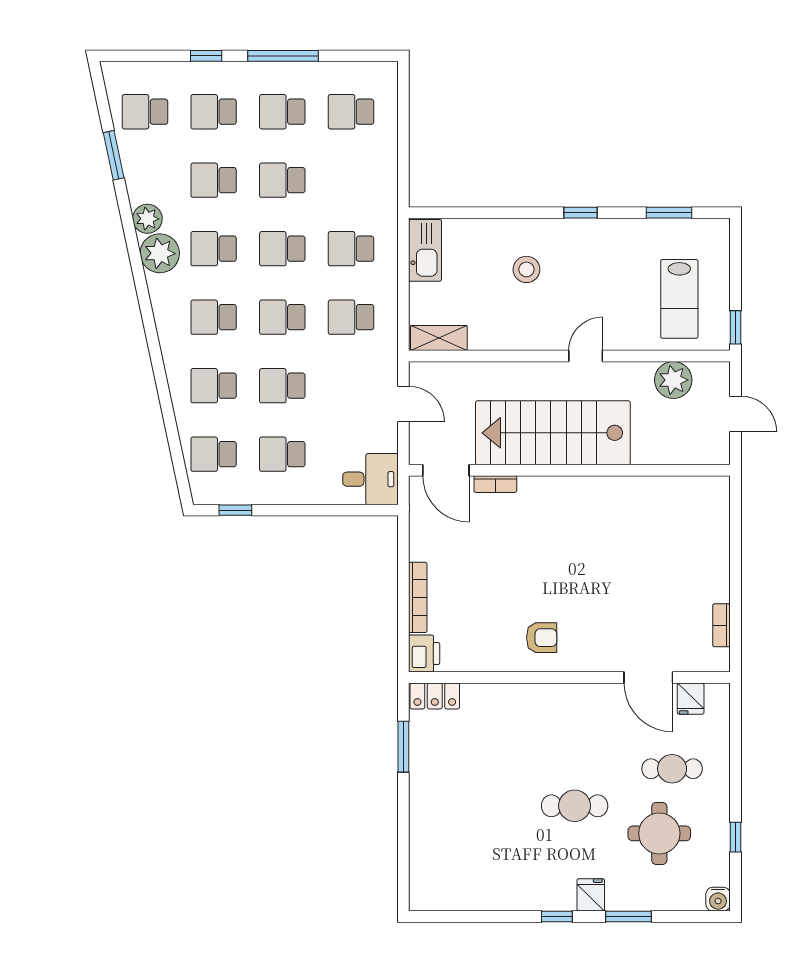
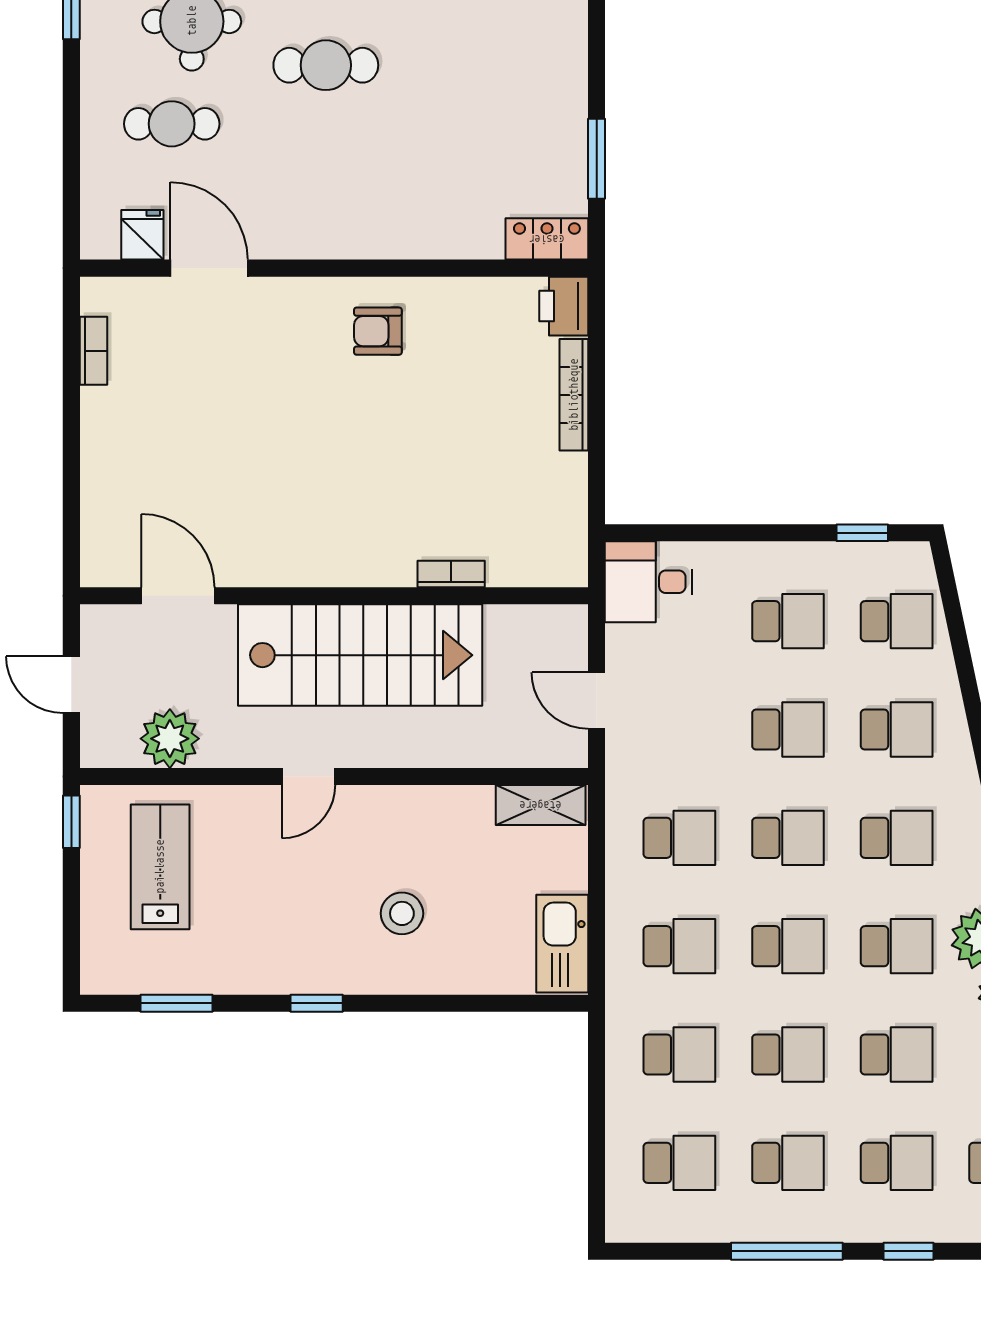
school desk: (351, 180) -> (679, 1054), added
door: (446, 470) -> (178, 596), moved

